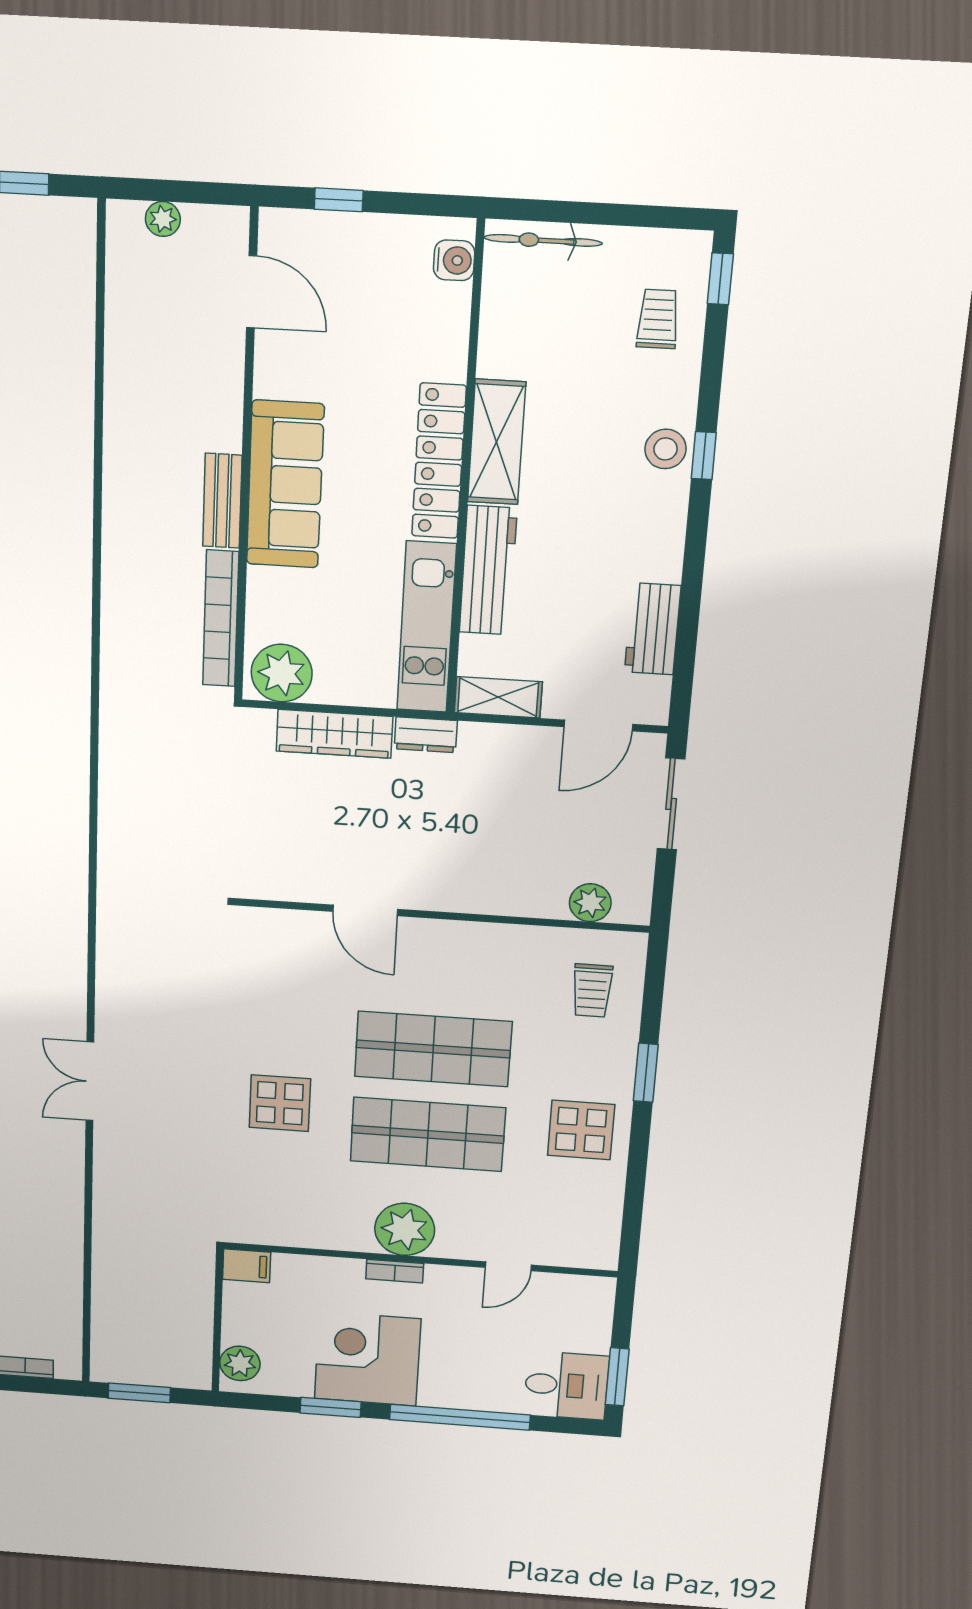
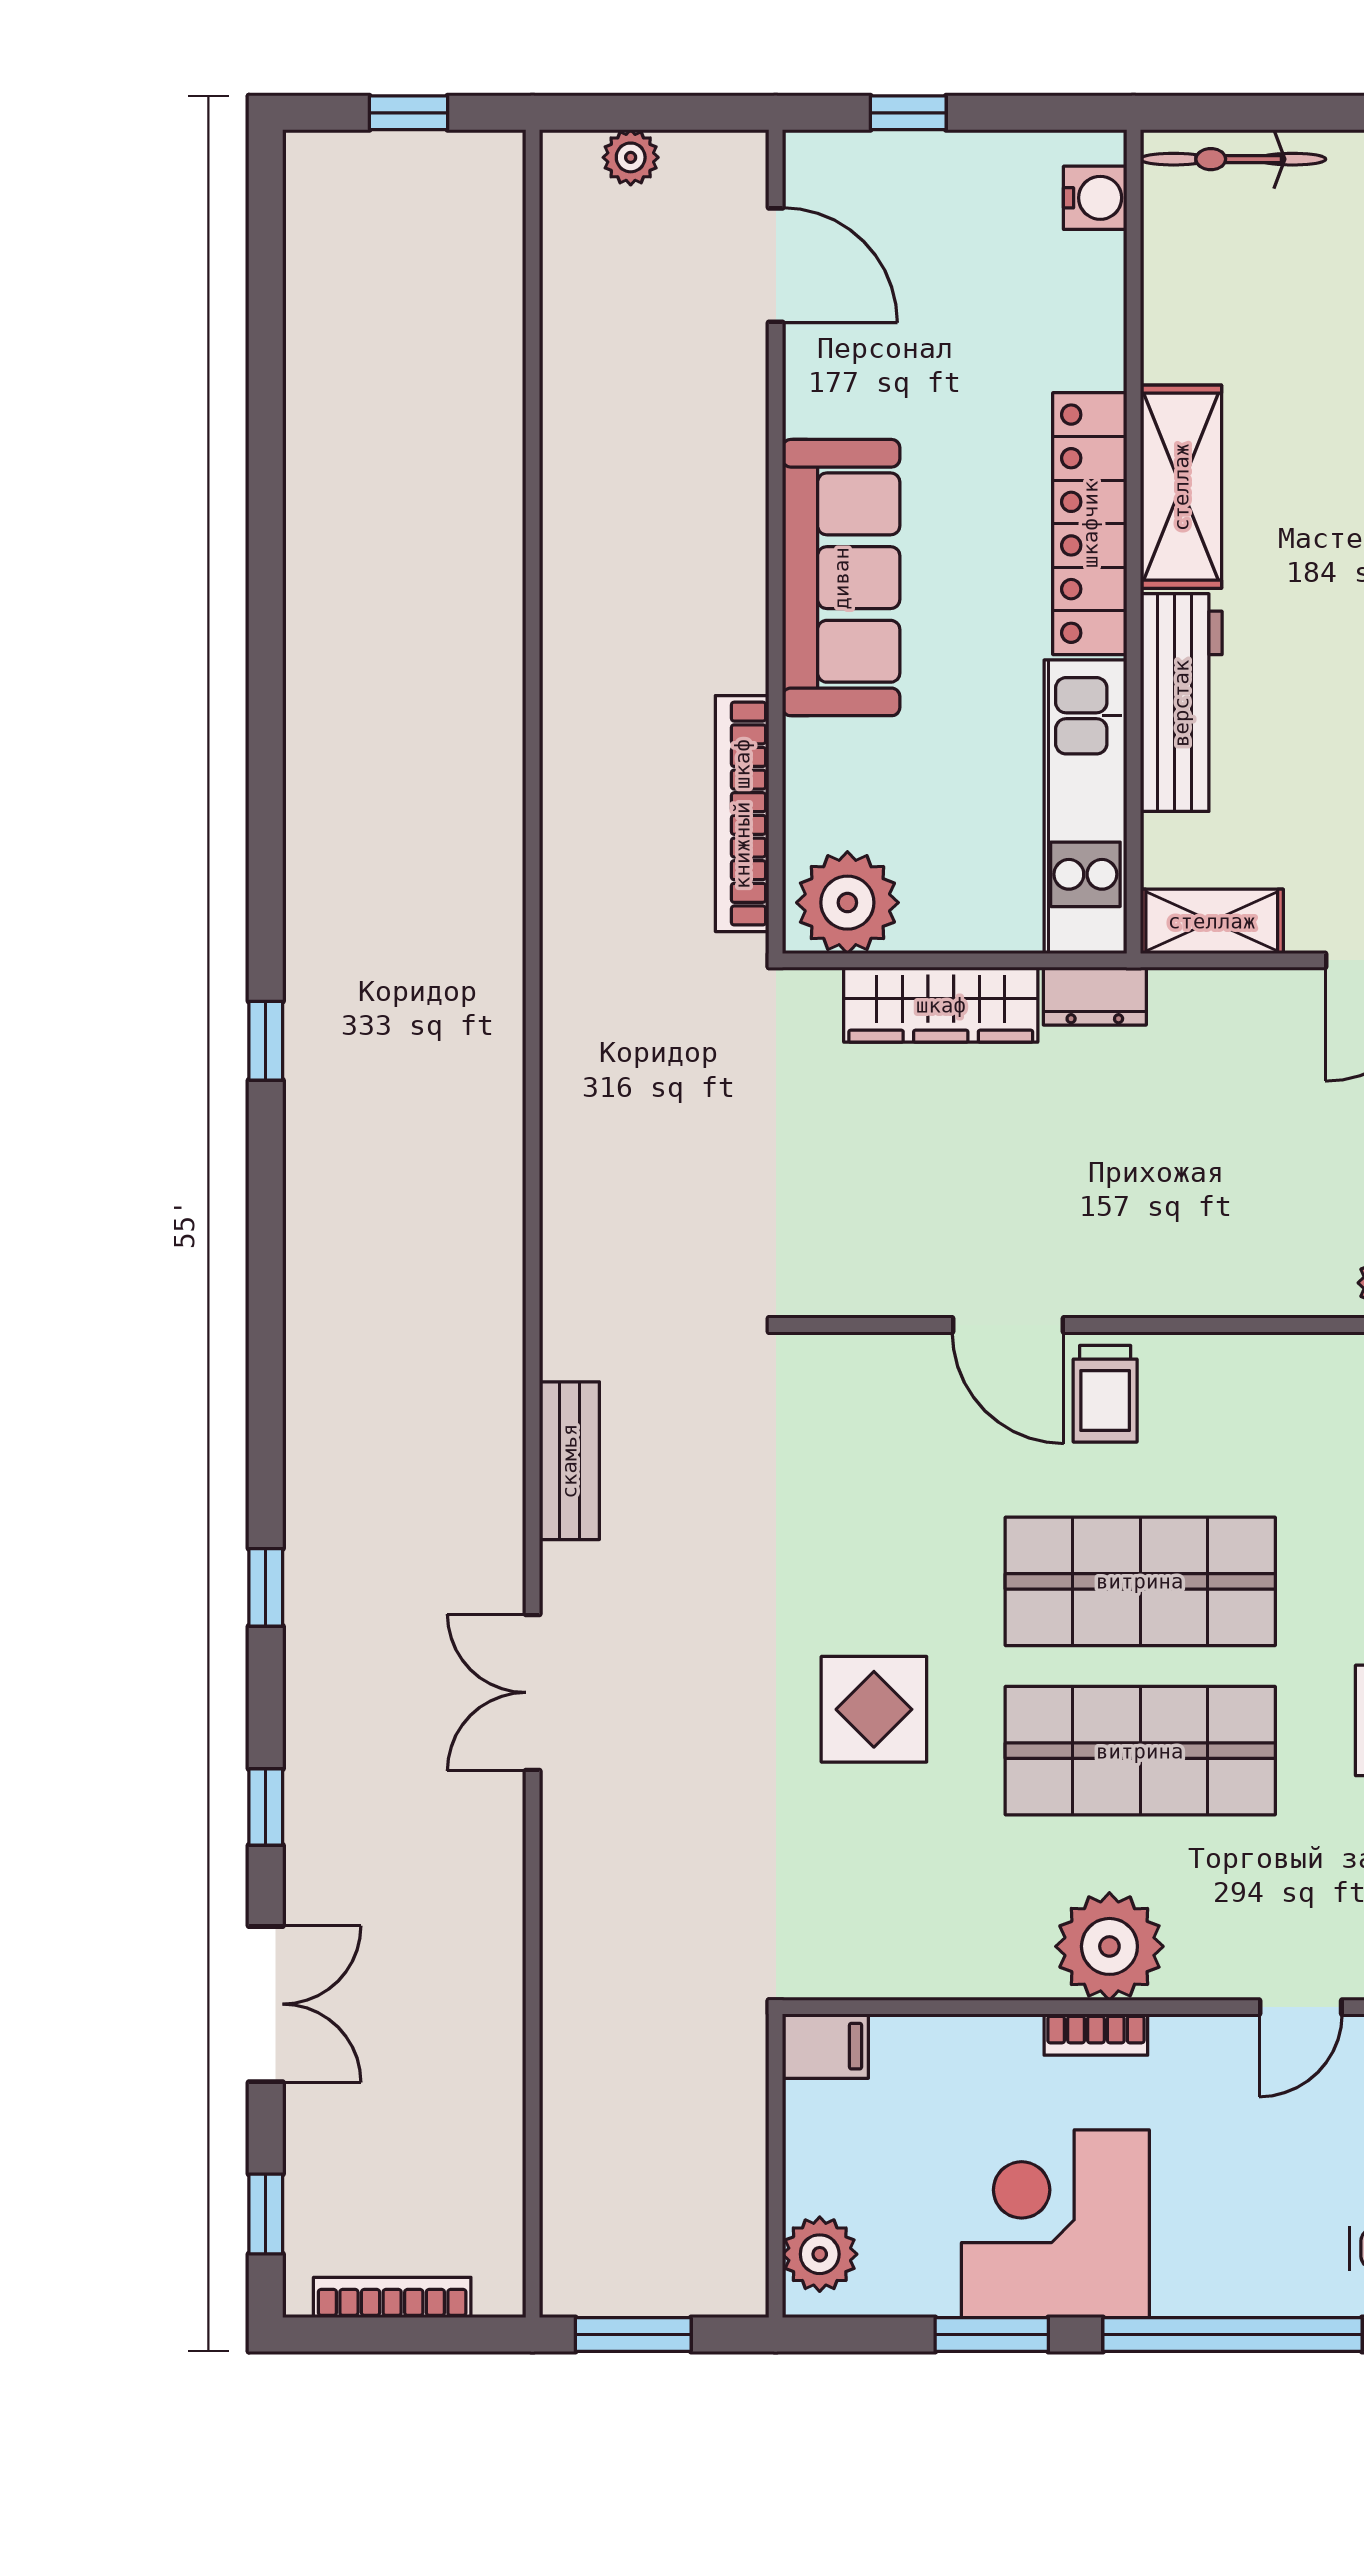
bench: (222, 501) -> (569, 1461), moved
trolley: (419, 950) -> (1105, 1394), added

